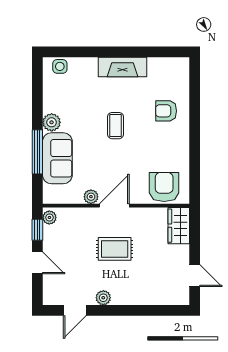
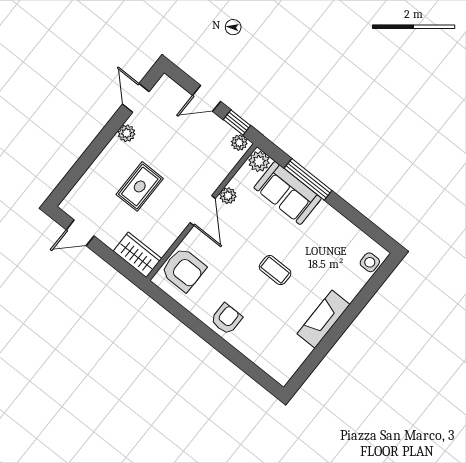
armchair: (166, 111) -> (226, 319), moved
plant: (52, 122) -> (259, 161), moved
rug: (115, 249) -> (140, 186), moved

